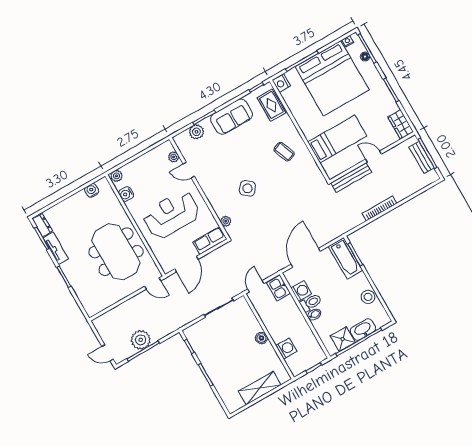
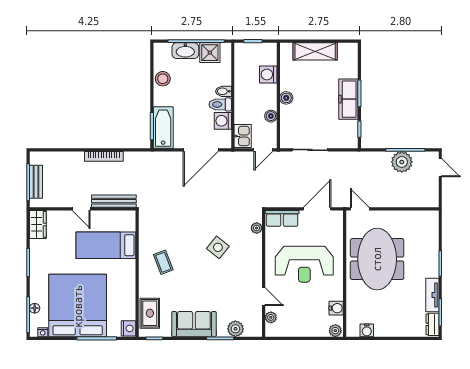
boiler: (265, 317) -> (271, 116), added
freezer: (212, 365) -> (348, 99), added

